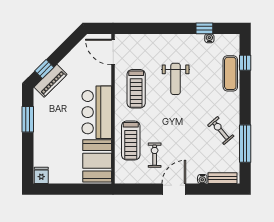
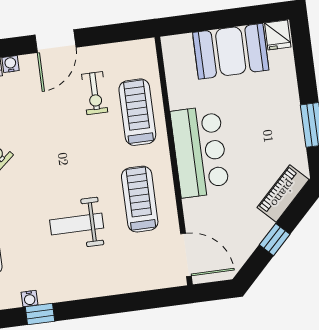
window: (44, 69) -> (275, 240), moved
weight bench: (176, 79) -> (77, 224), turned -90
booth: (97, 161) -> (231, 51), moved, turned 90

